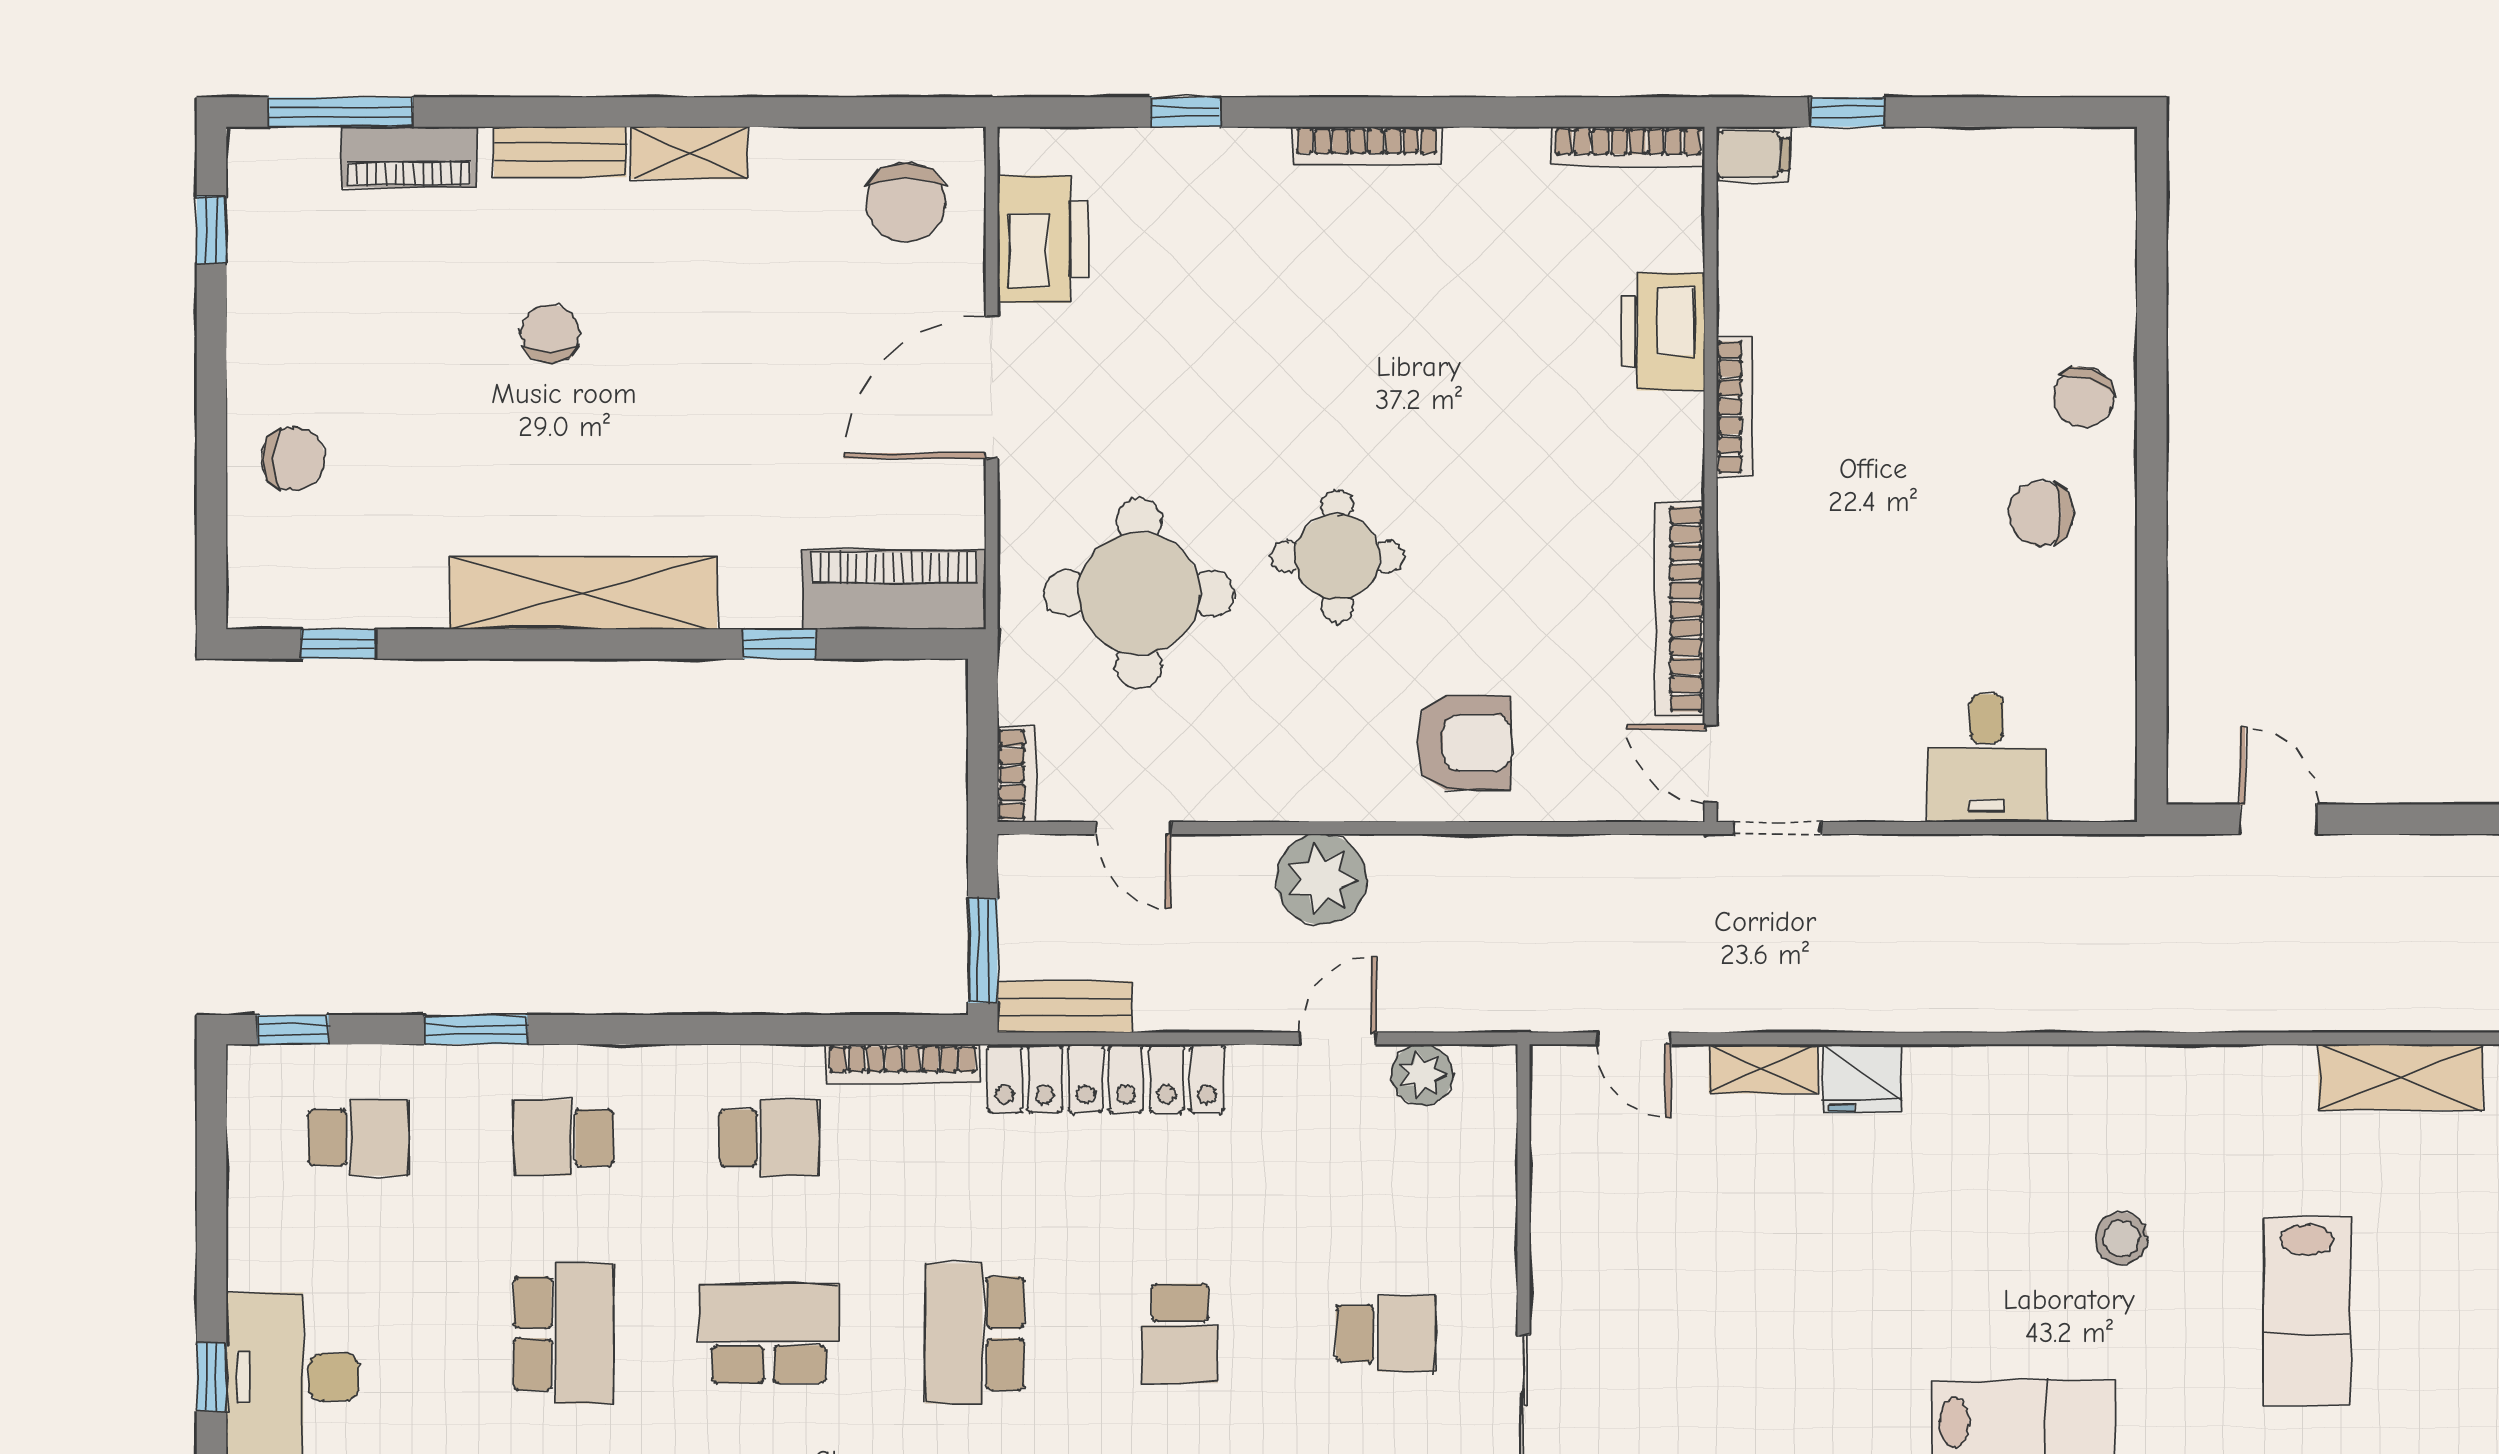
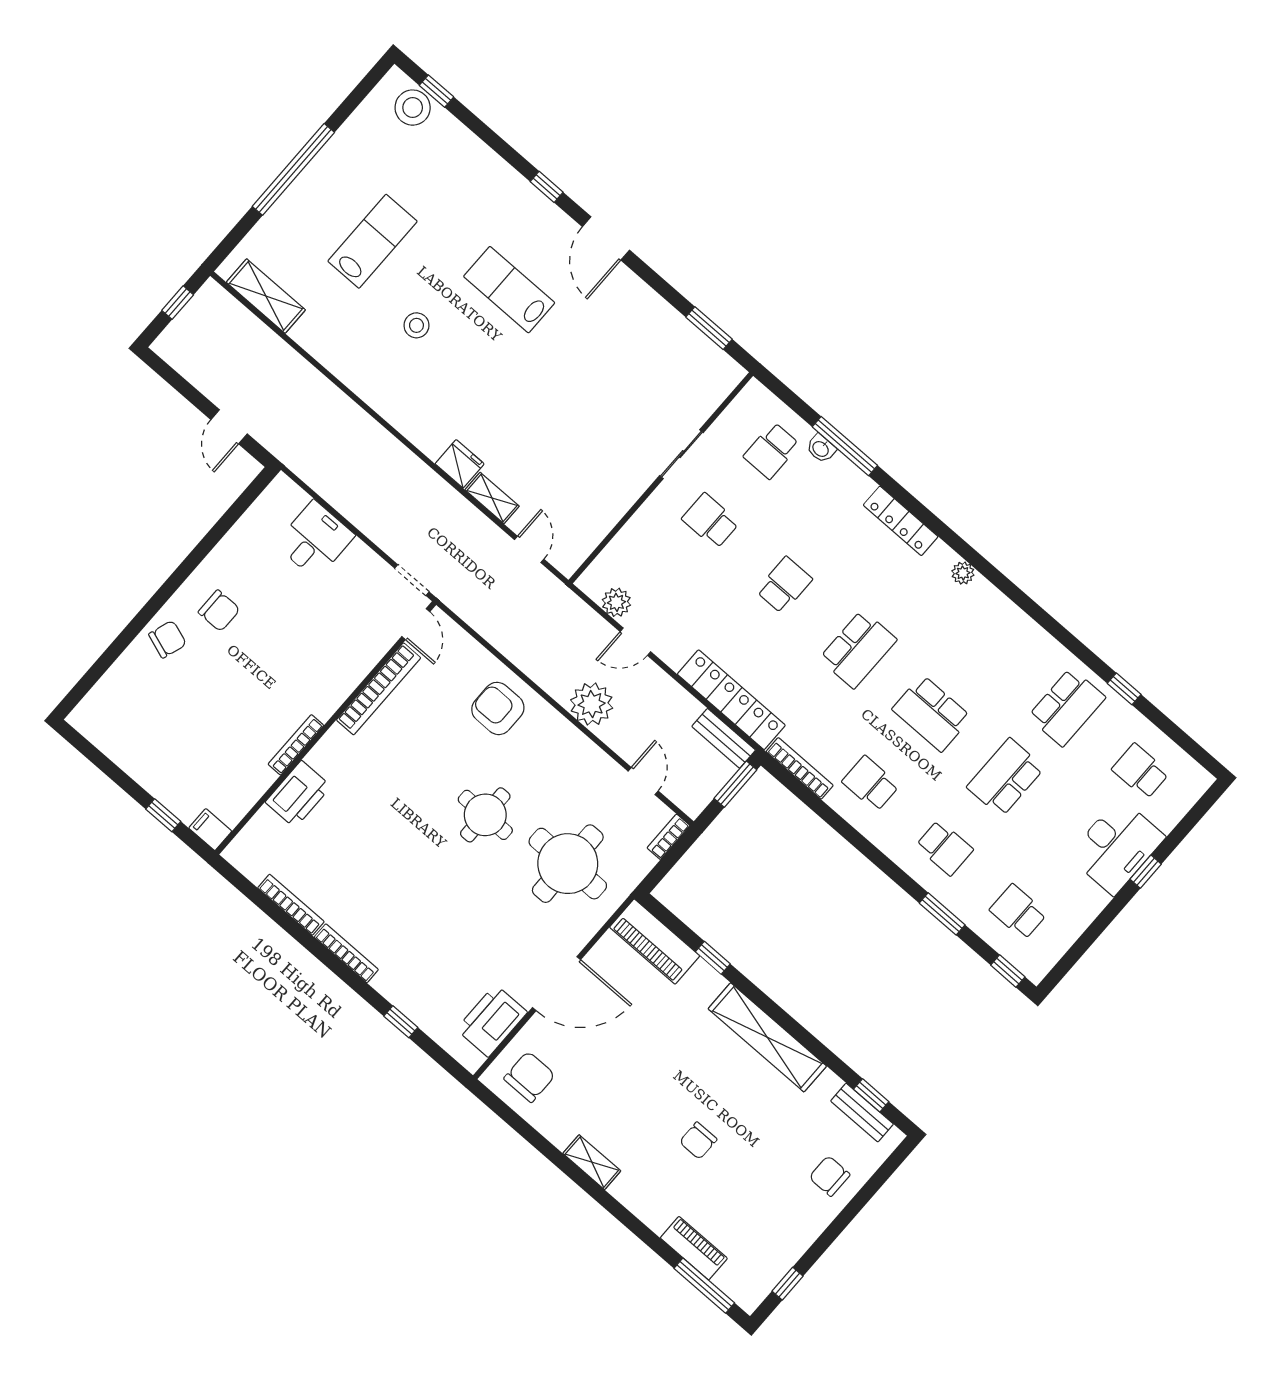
bookcase: (1628, 146) -> (291, 905), moved
bench: (560, 152) -> (862, 1113), moved

